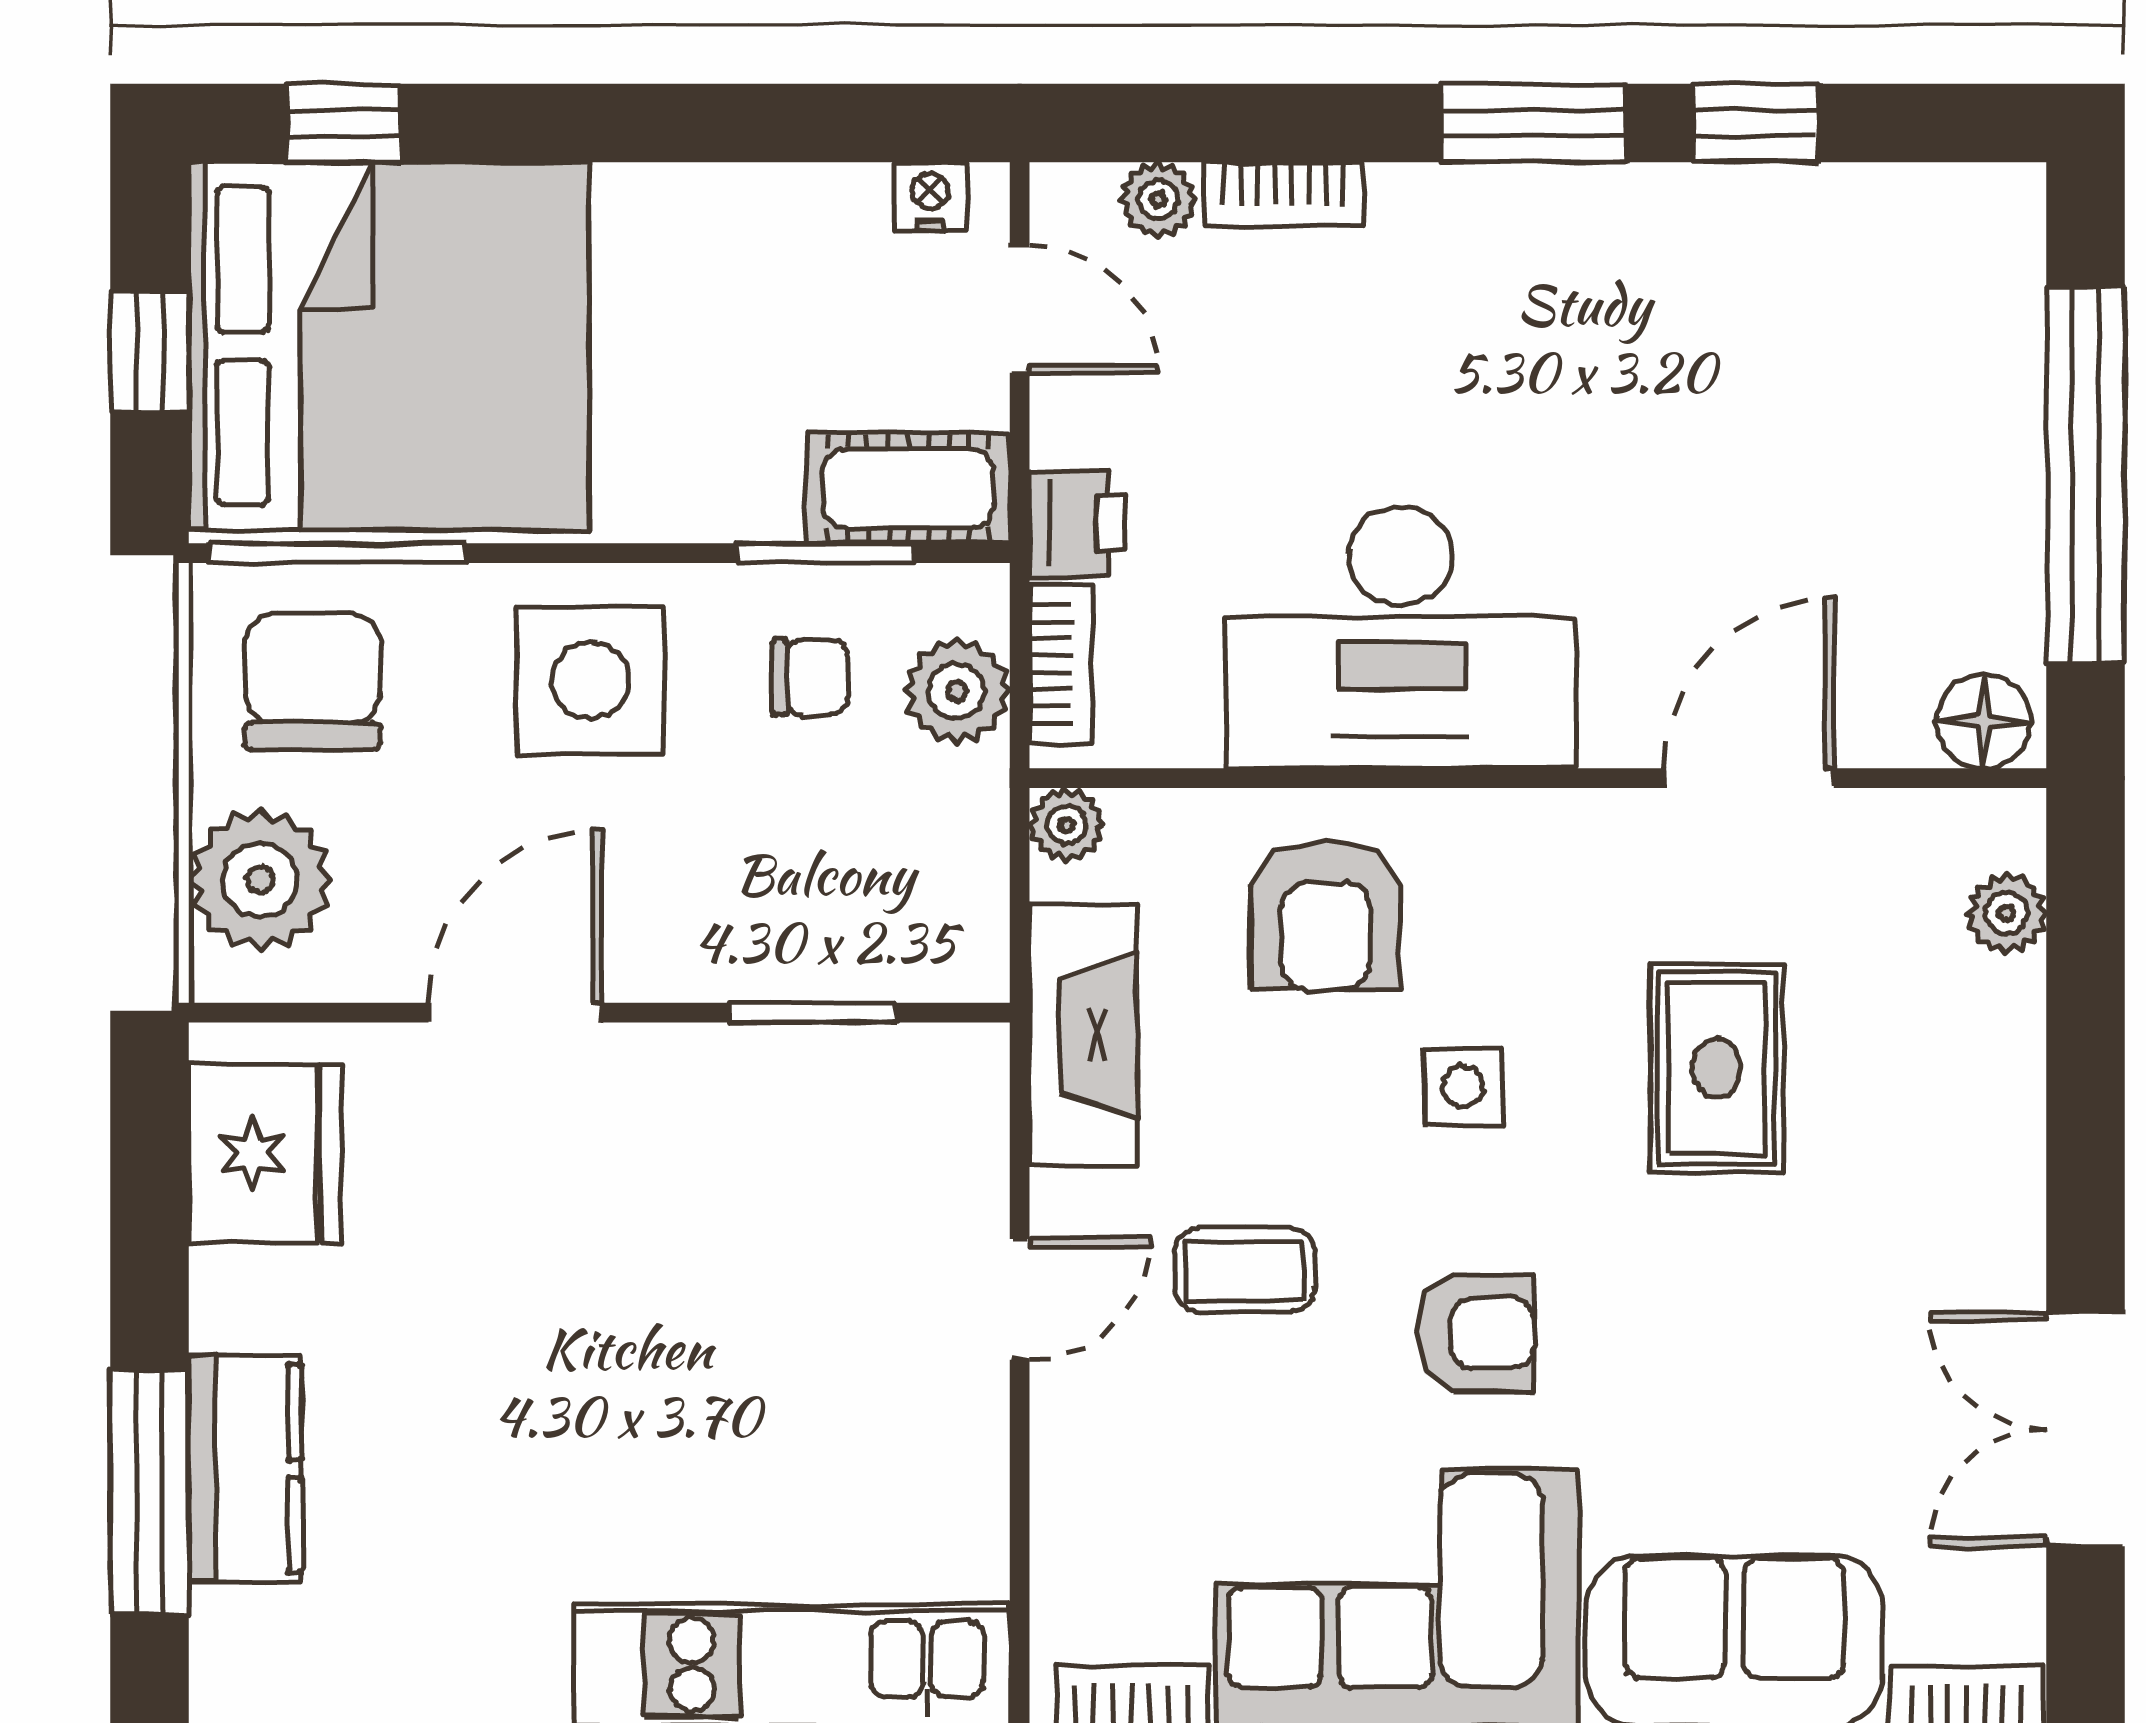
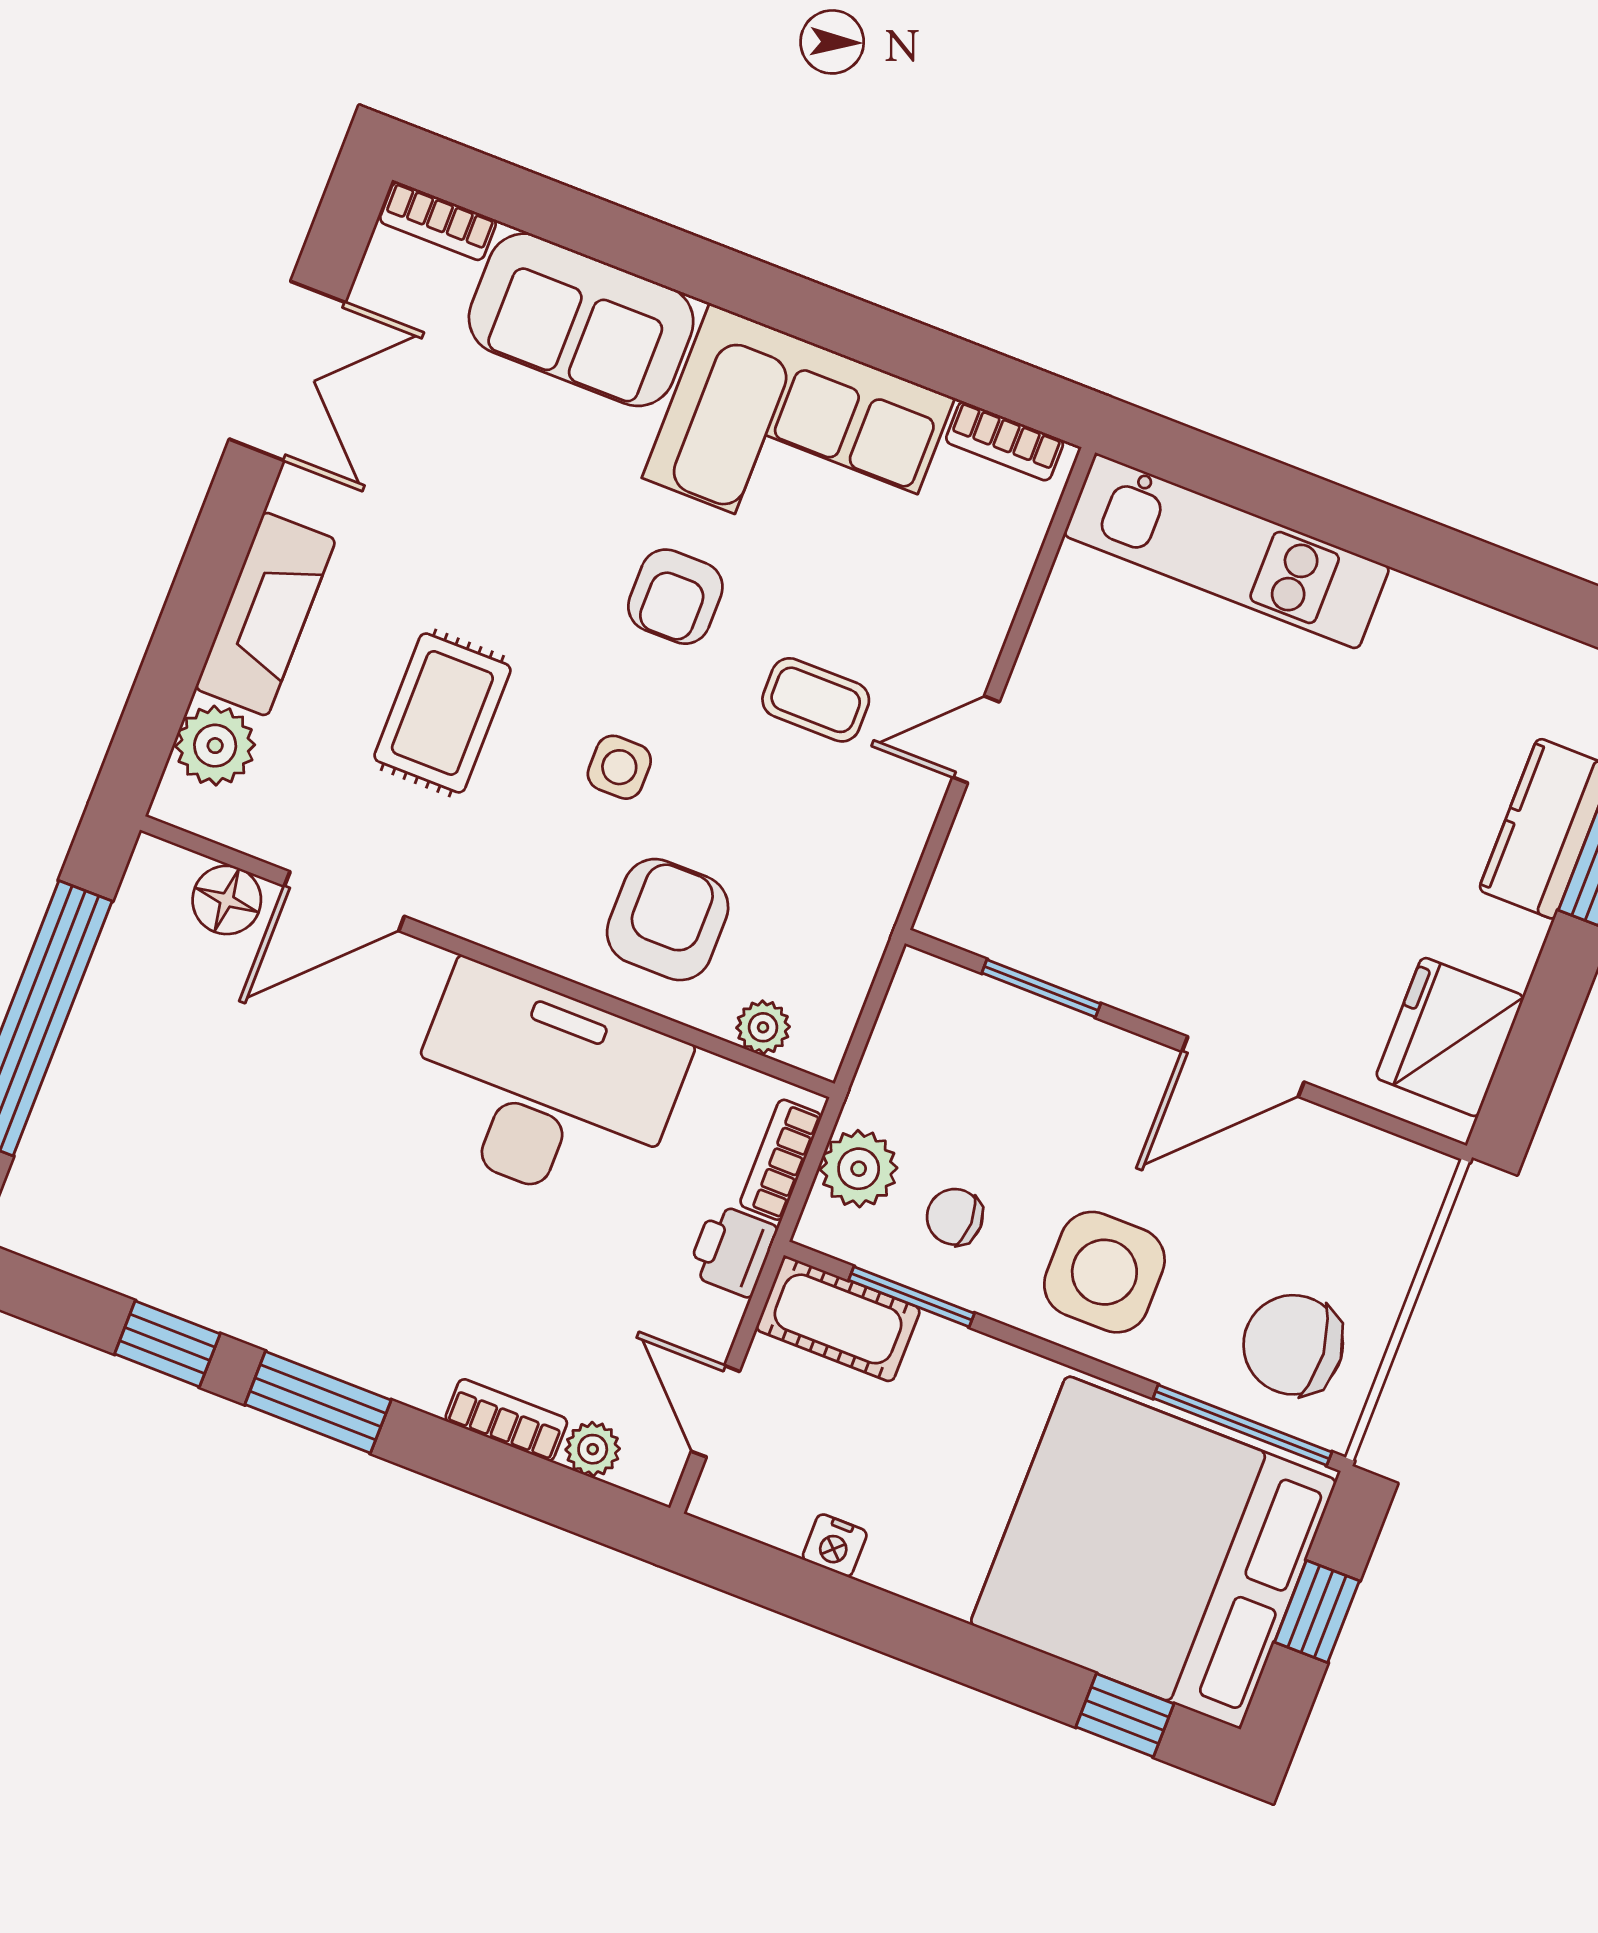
nightstand: (930, 196) -> (835, 1545), moved
chair: (312, 681) -> (1293, 1345), turned 85
floor lamp: (1984, 721) -> (227, 900), moved
plant: (1066, 825) -> (763, 1027), moved
plant: (260, 880) -> (1381, 1224), removed
plant: (2007, 913) -> (215, 746), width x1.38, depth x1.38
fireplace: (1083, 1035) -> (265, 614), moved, turned 180
armchair: (1476, 1333) -> (675, 597), turned -90

